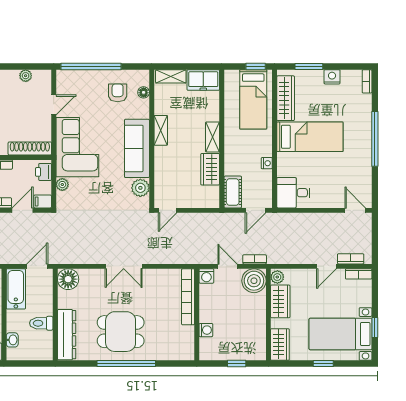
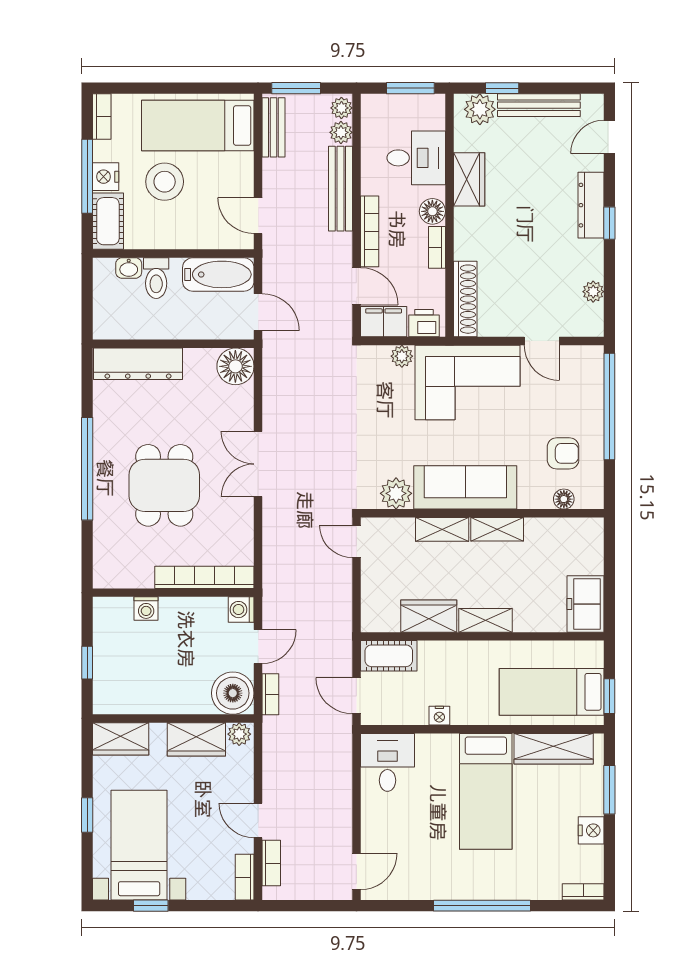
shelving: (171, 76) -> (442, 529), moved, turned 90
filing cabinet: (43, 201) -> (384, 322), width x2.00
toilet: (41, 323) -> (156, 278), moved, turned 180
dining table: (121, 332) -> (164, 485), moved

